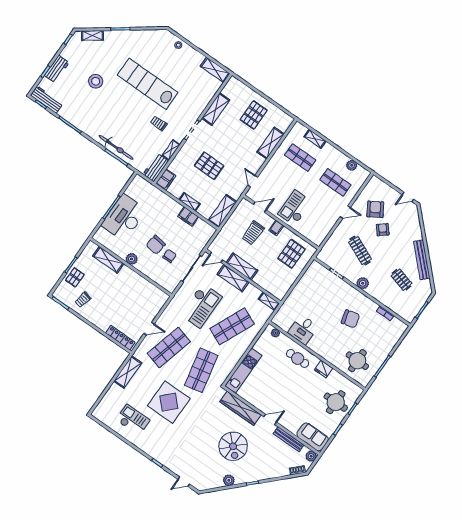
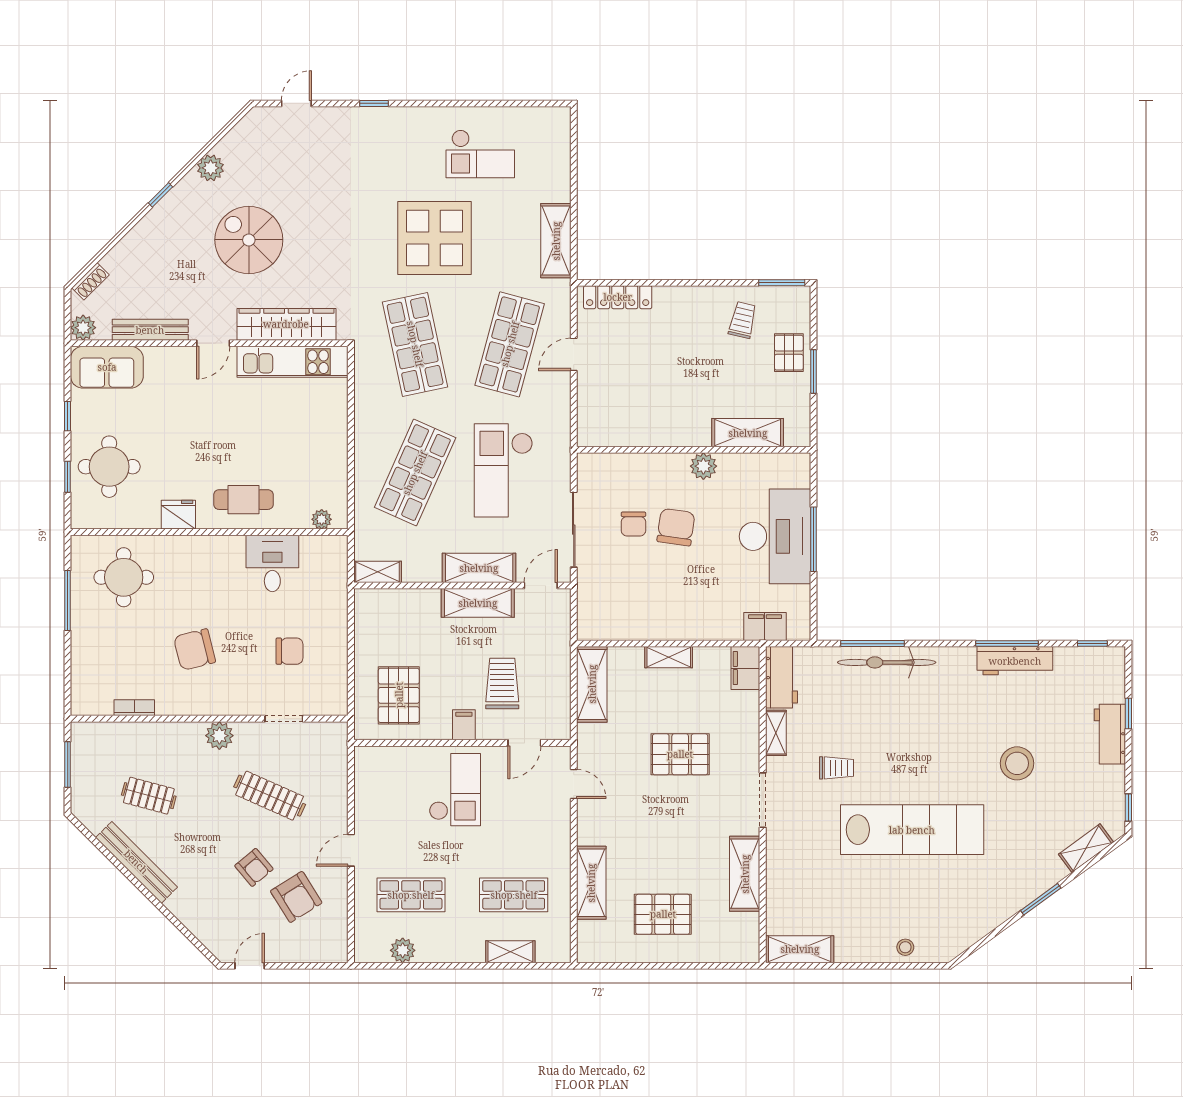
workbench: (47, 99) -> (1015, 661), moved
pallet: (254, 115) -> (663, 914), turned 90
filing cabinet: (188, 217) -> (765, 627), moved
chair: (318, 295) -> (289, 651), added
kitchen unit: (243, 371) -> (293, 362), moved, turned -90

